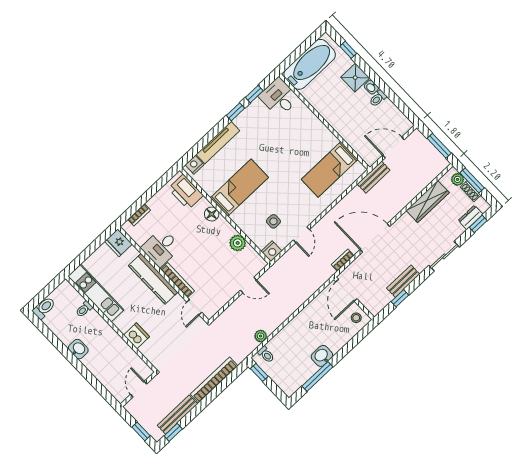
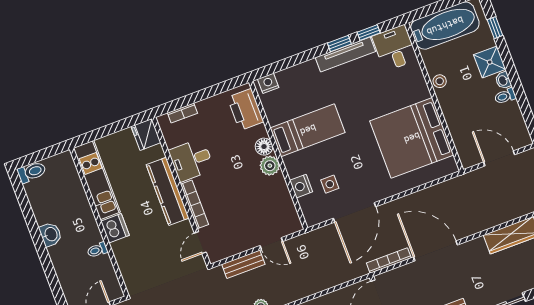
stool: (324, 108) -> (440, 81), added
tv unit: (218, 143) -> (345, 55), moved
bed: (330, 169) -> (412, 138), width x2.04
bench: (374, 177) -> (243, 264), moved
door: (301, 235) -> (355, 212), width x1.88
plant: (238, 243) -> (270, 166), moved
nightstand: (271, 251) -> (301, 186), moved, turned 90
bookcase: (343, 260) -> (389, 260), width x1.56
toilet: (84, 309) -> (97, 250), moved
dishwasher: (137, 336) -> (115, 228), moved

